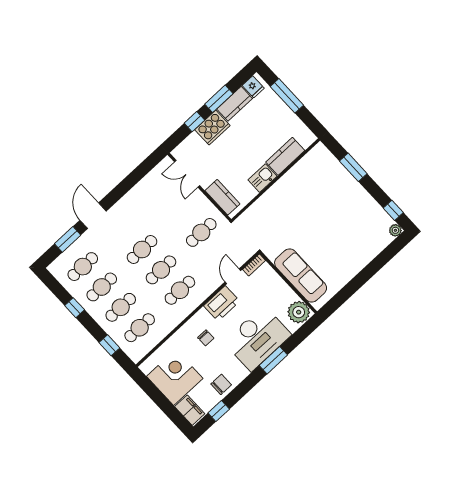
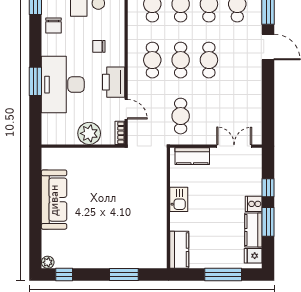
cooker: (212, 128) -> (254, 204), width x0.53, depth x0.76
kitchen counter: (285, 156) -> (179, 250), moved
sofa: (301, 275) -> (54, 200), moved, turned -90
plant: (299, 312) -> (89, 133), moved

